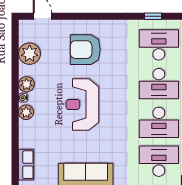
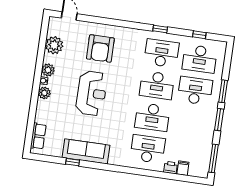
armchair: (85, 50) -> (100, 48), turned -90
reception desk: (82, 104) -> (92, 93), turned 180

